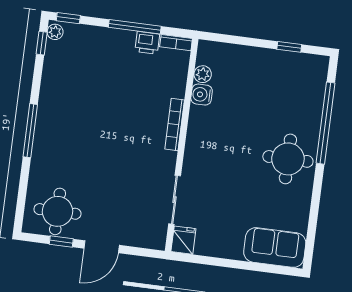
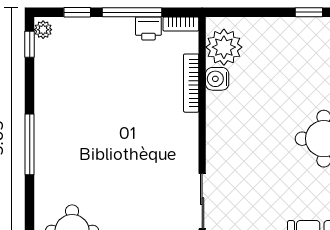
window: (68, 18) -> (77, 12), moved
plant: (203, 74) -> (224, 47), width x1.88, depth x1.88
bookcase: (175, 124) -> (191, 83), moved

